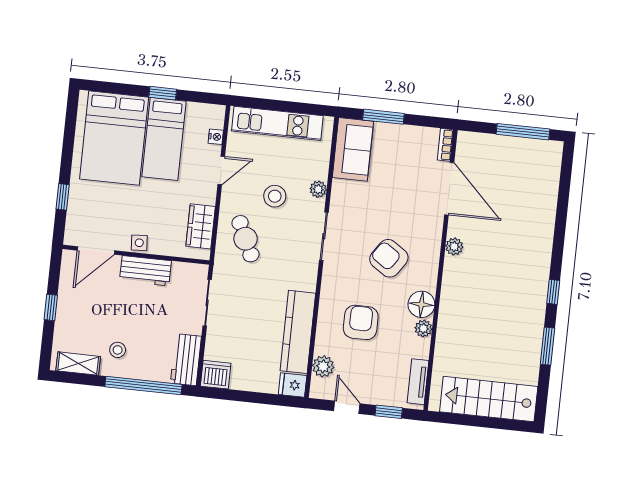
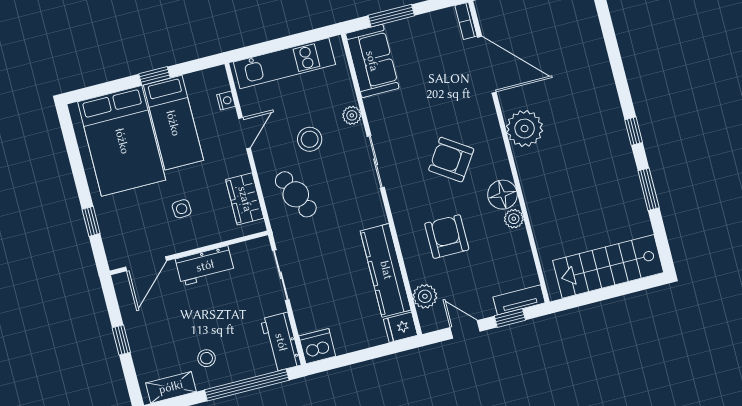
side table: (139, 243) -> (182, 209), moved
plant: (454, 247) -> (525, 129), width x1.87, depth x1.87
tv unit: (418, 382) -> (519, 300), moved, turned 90

